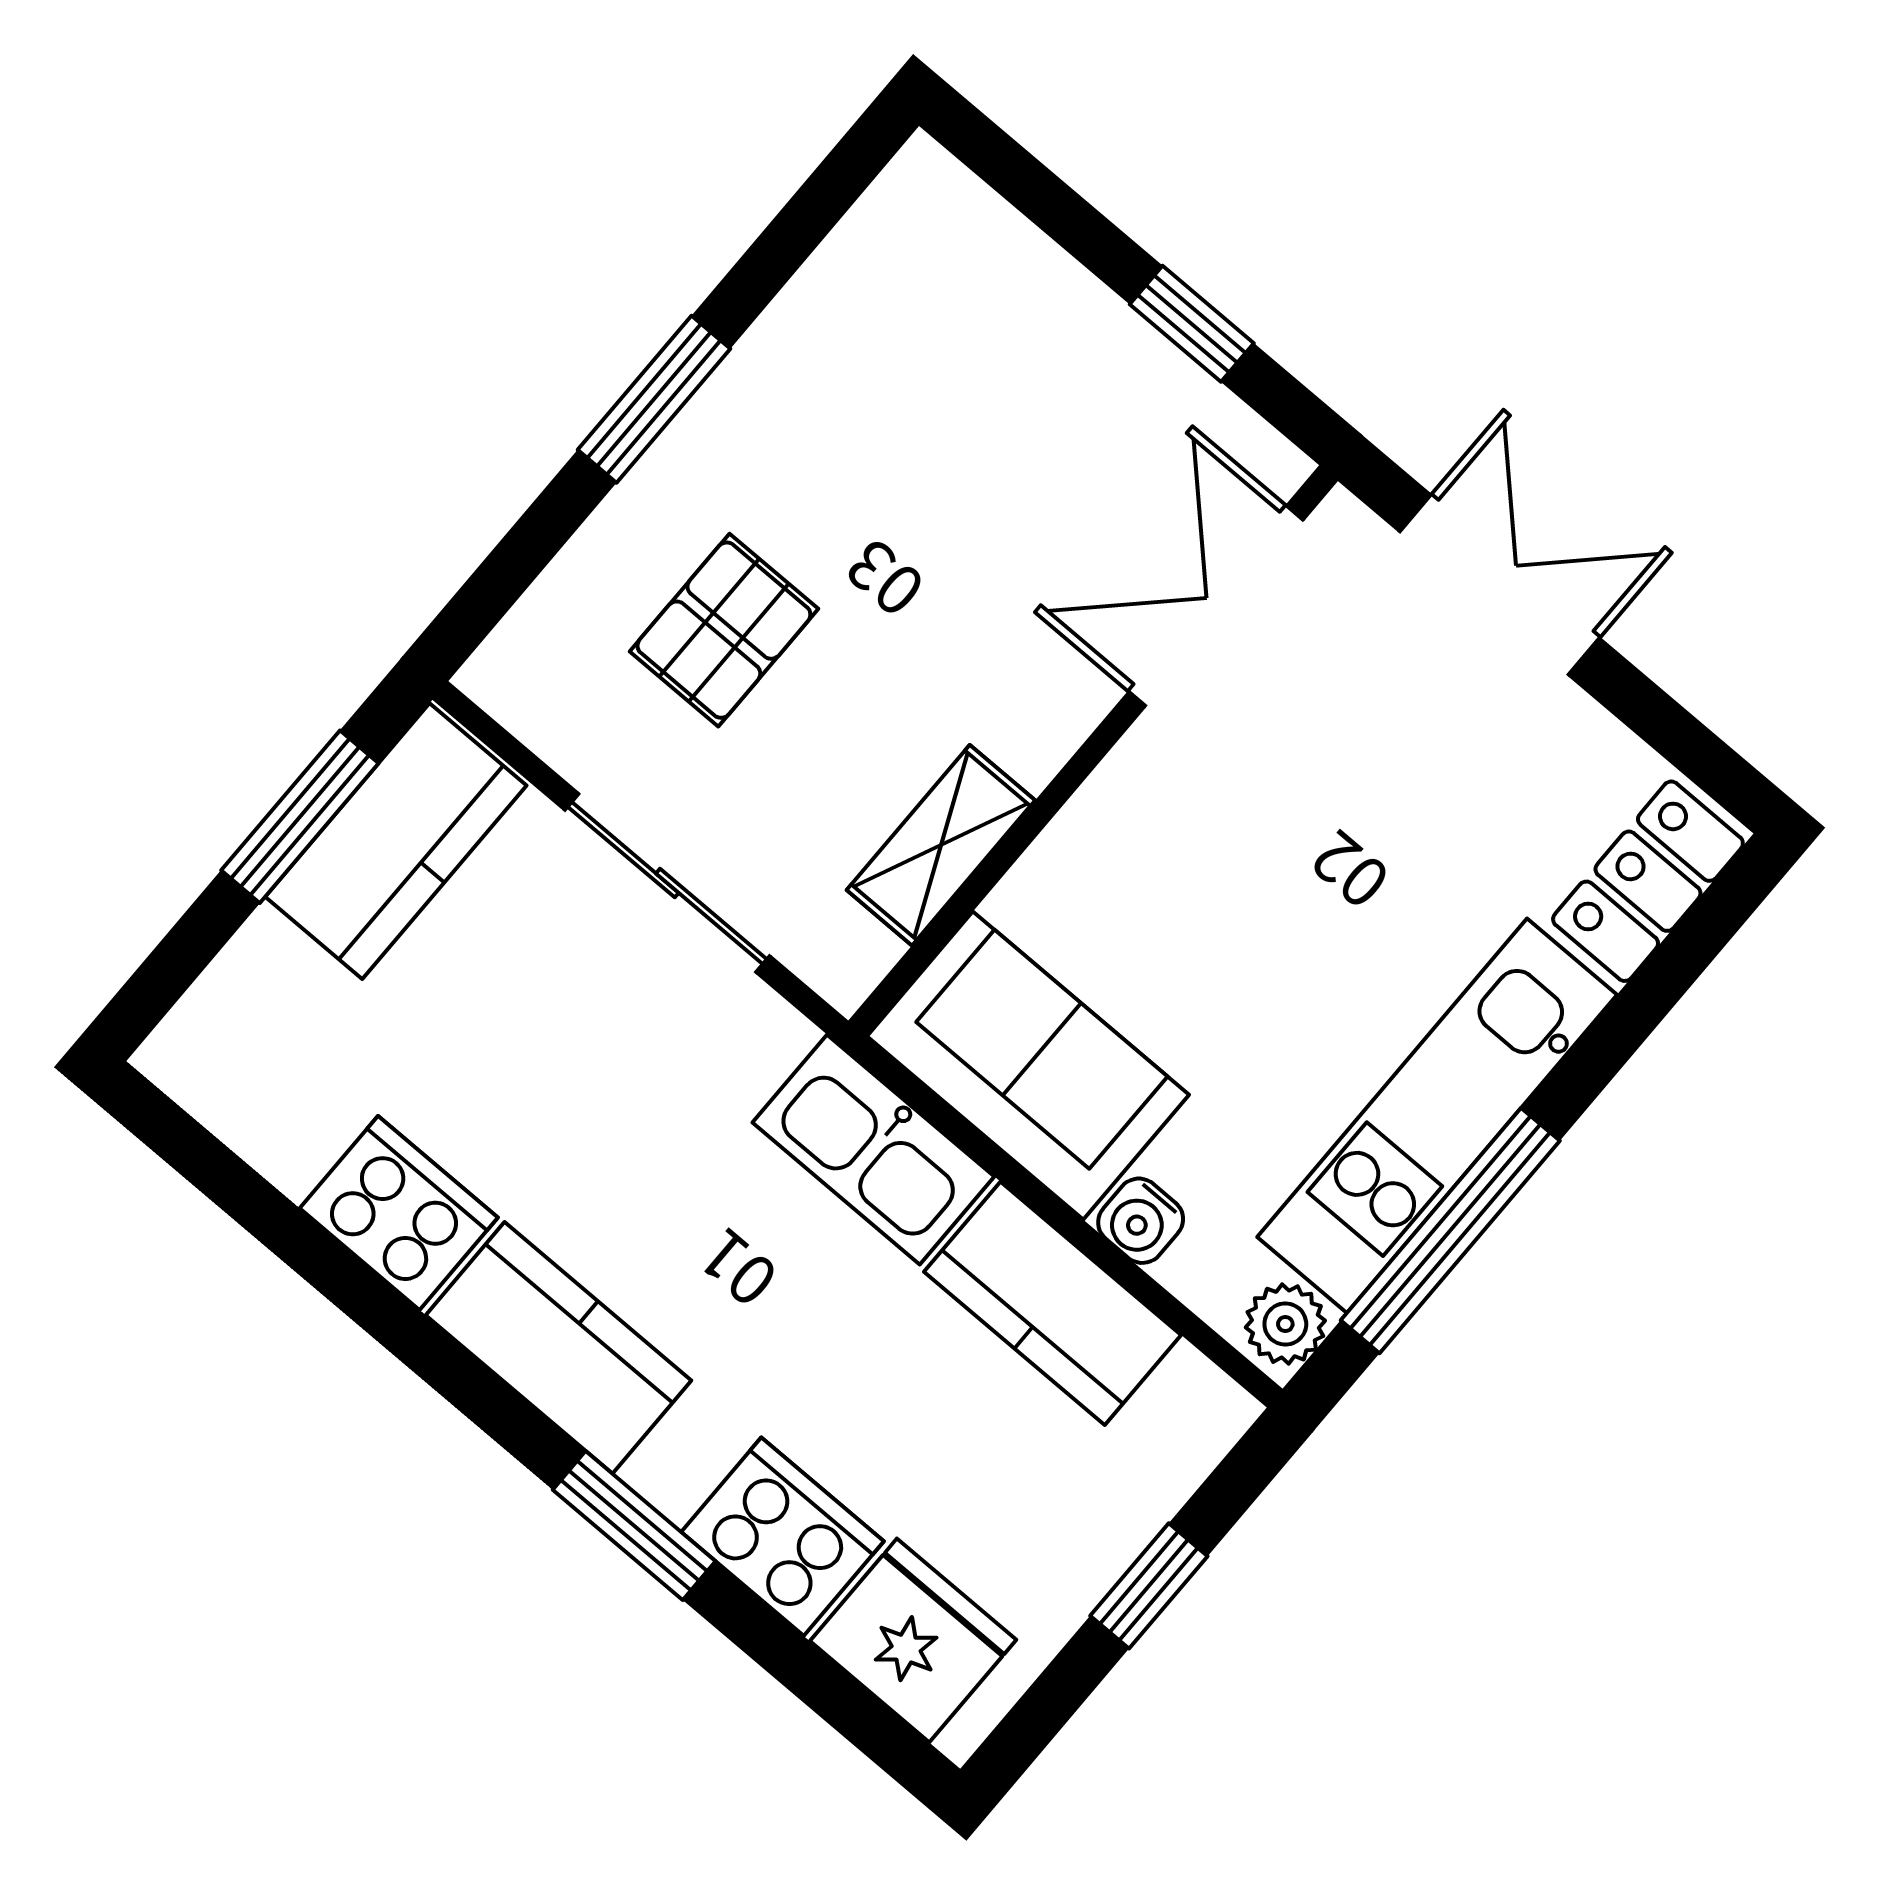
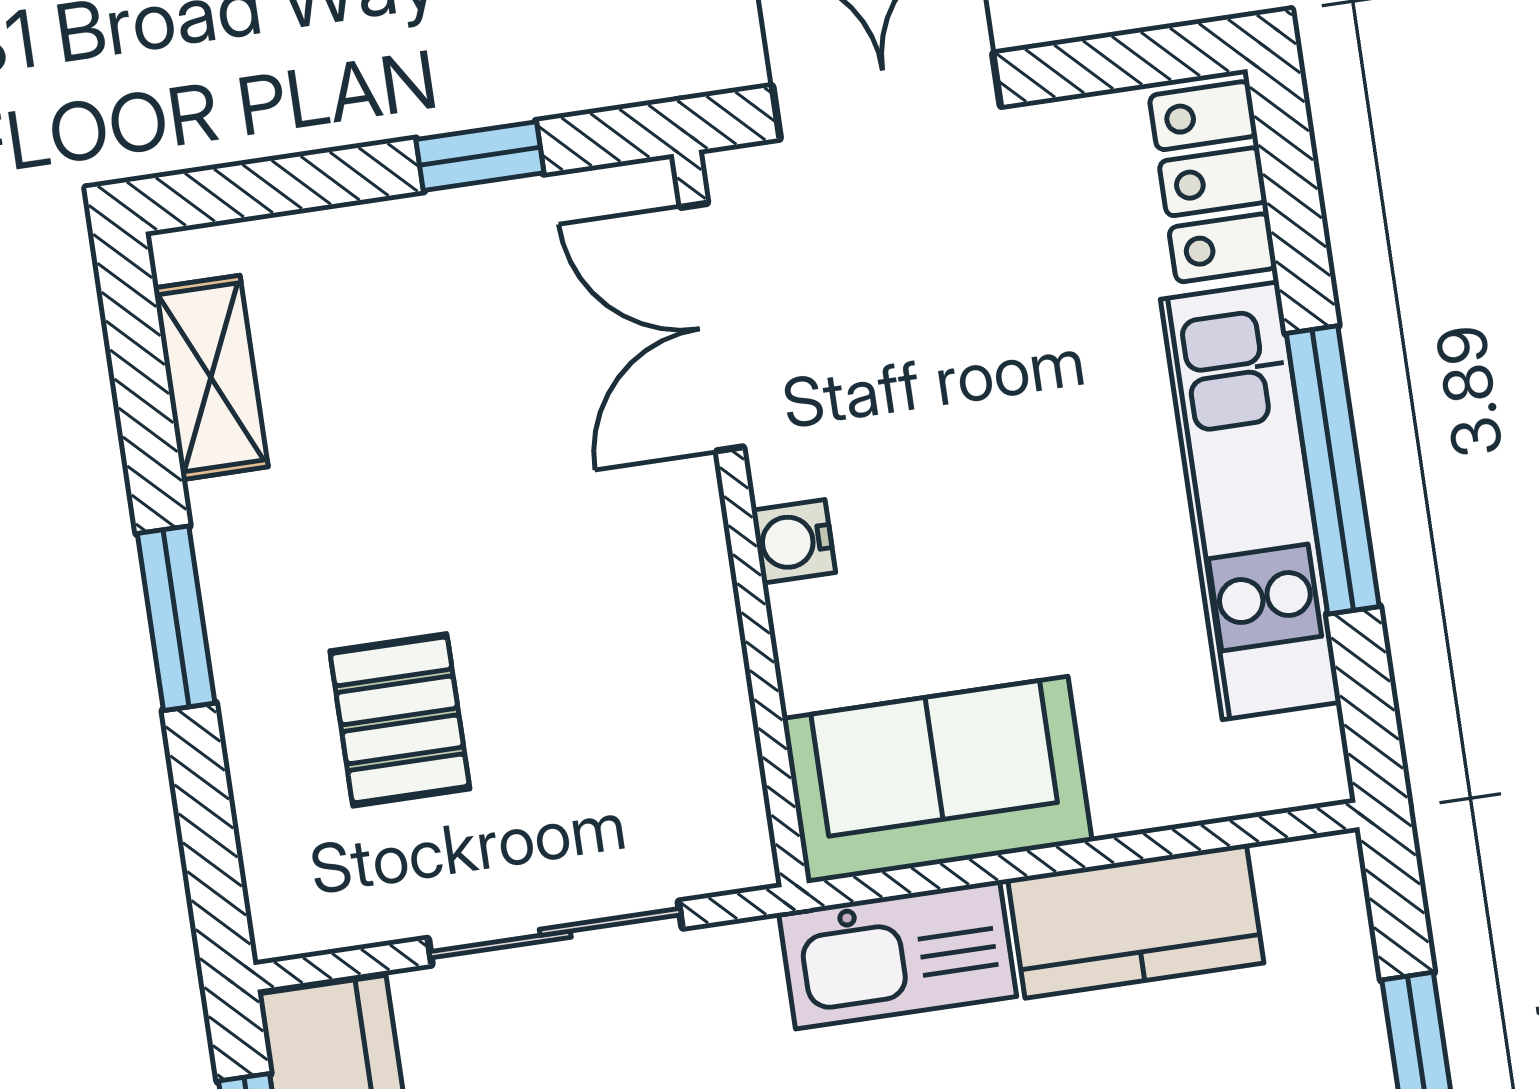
shelving: (941, 845) -> (211, 377), moved
water cooler: (1141, 1221) -> (794, 541), moved, turned 90
window: (1450, 1231) -> (1333, 470), moved
plant: (1285, 1324) -> (1308, 757), removed

